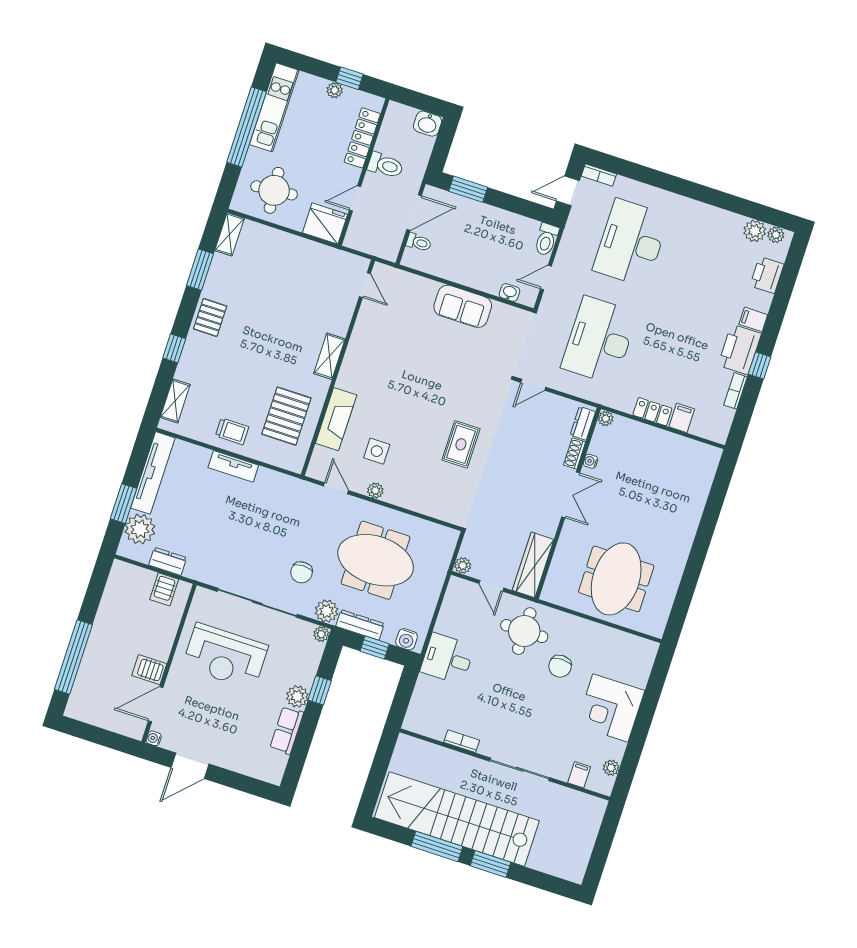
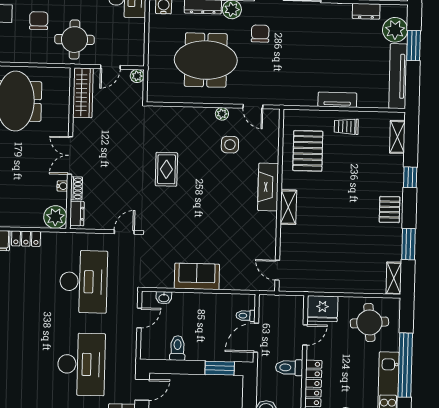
toilet: (546, 239) -> (177, 348), moved
fireplace: (336, 419) -> (268, 187), moved
plant: (606, 419) -> (55, 217), width x1.88, depth x1.88
door: (491, 586) -> (110, 67), swing flipped

